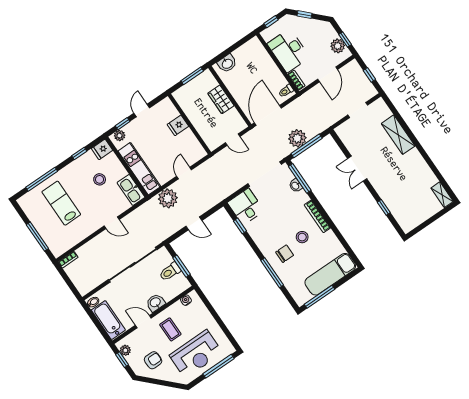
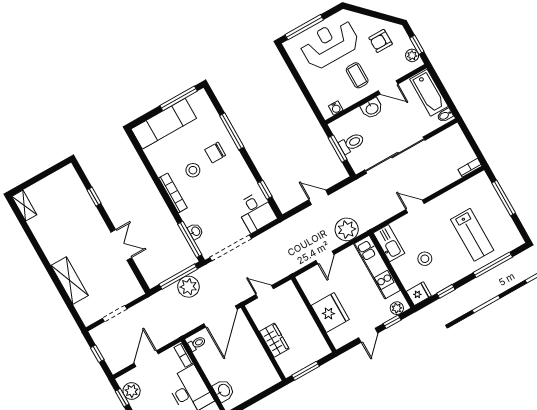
washbasin: (227, 63) -> (224, 390), moved, turned 90
fridge: (178, 125) -> (330, 312), width x1.88, depth x1.34

